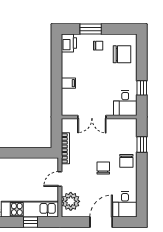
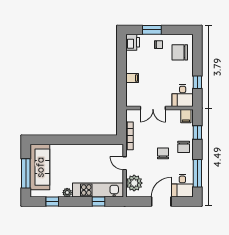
chair: (122, 54) -> (180, 52), turned 180
filing cabinet: (129, 126) -> (186, 116), added
door: (60, 179) -> (125, 163), hinge flipped
window: (142, 190) -> (197, 173), added

